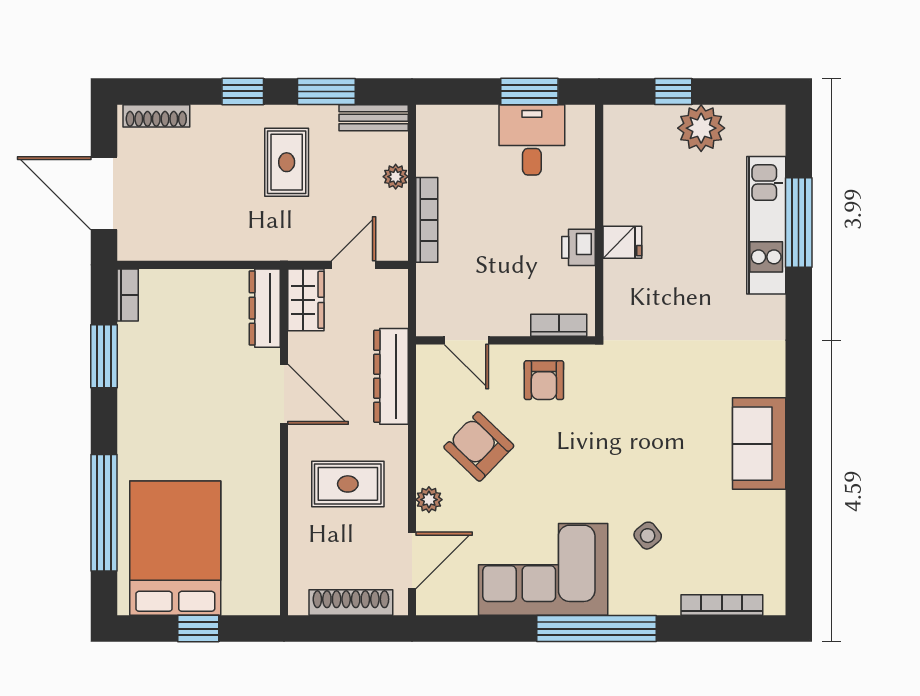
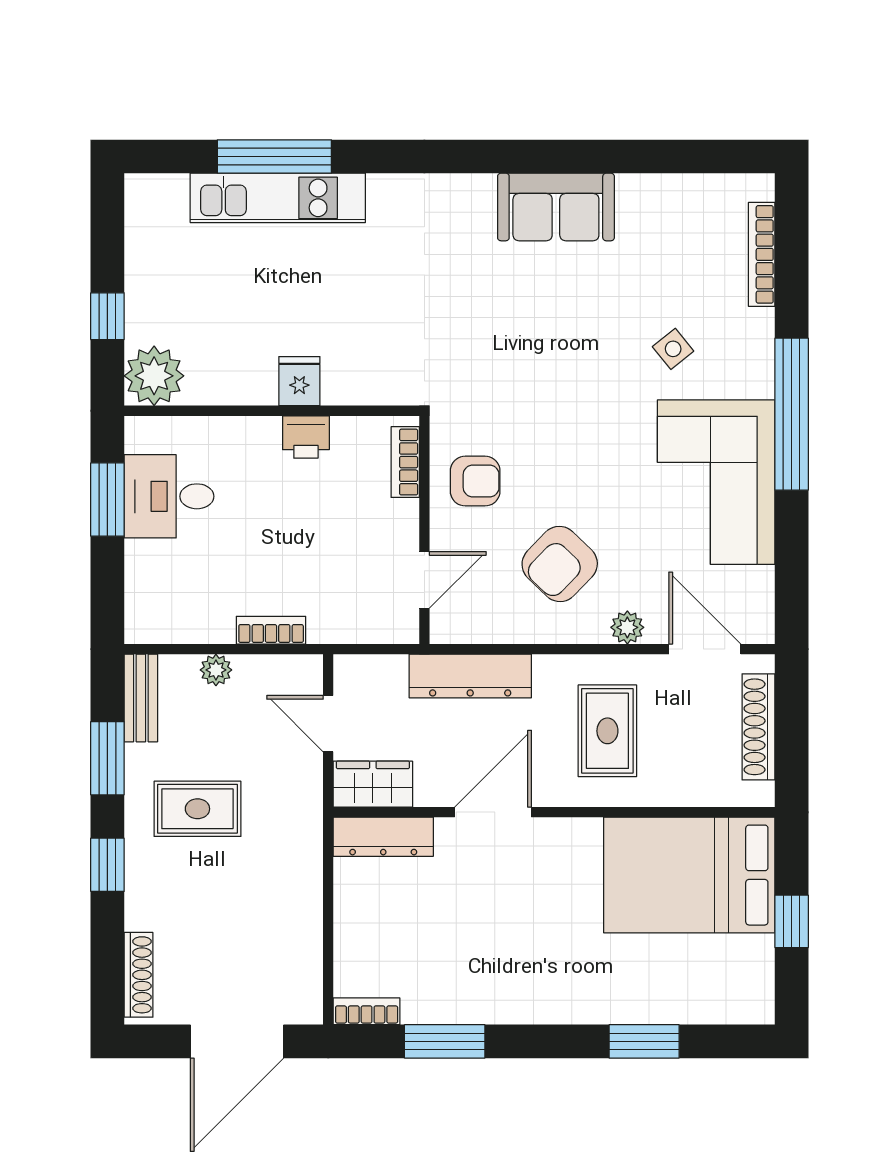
plant: (701, 128) -> (154, 376), moved
bookcase: (427, 220) -> (271, 630), width x0.64
window: (104, 513) -> (644, 1041), width x0.47
bed: (175, 548) -> (689, 875), moved

